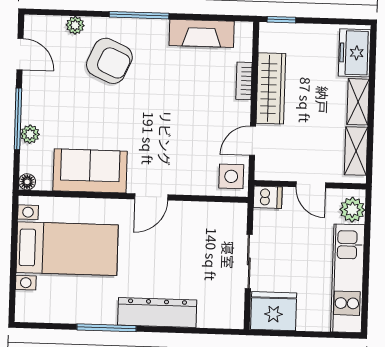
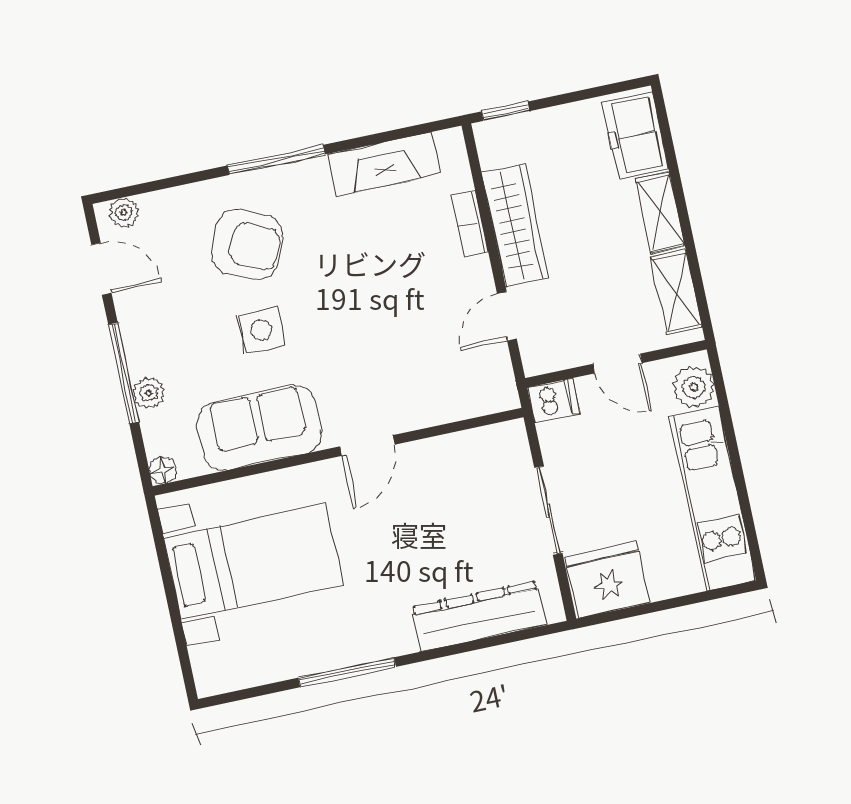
plant: (75, 25) -> (124, 213), moved
side table: (231, 176) -> (261, 331), moved
dresser: (157, 313) -> (479, 616), moved

